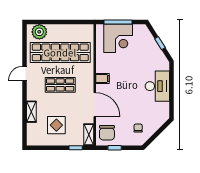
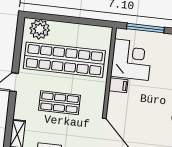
corner desk: (118, 38) -> (131, 60), moved, turned -90
filing cabinet: (103, 79) -> (118, 85), moved

